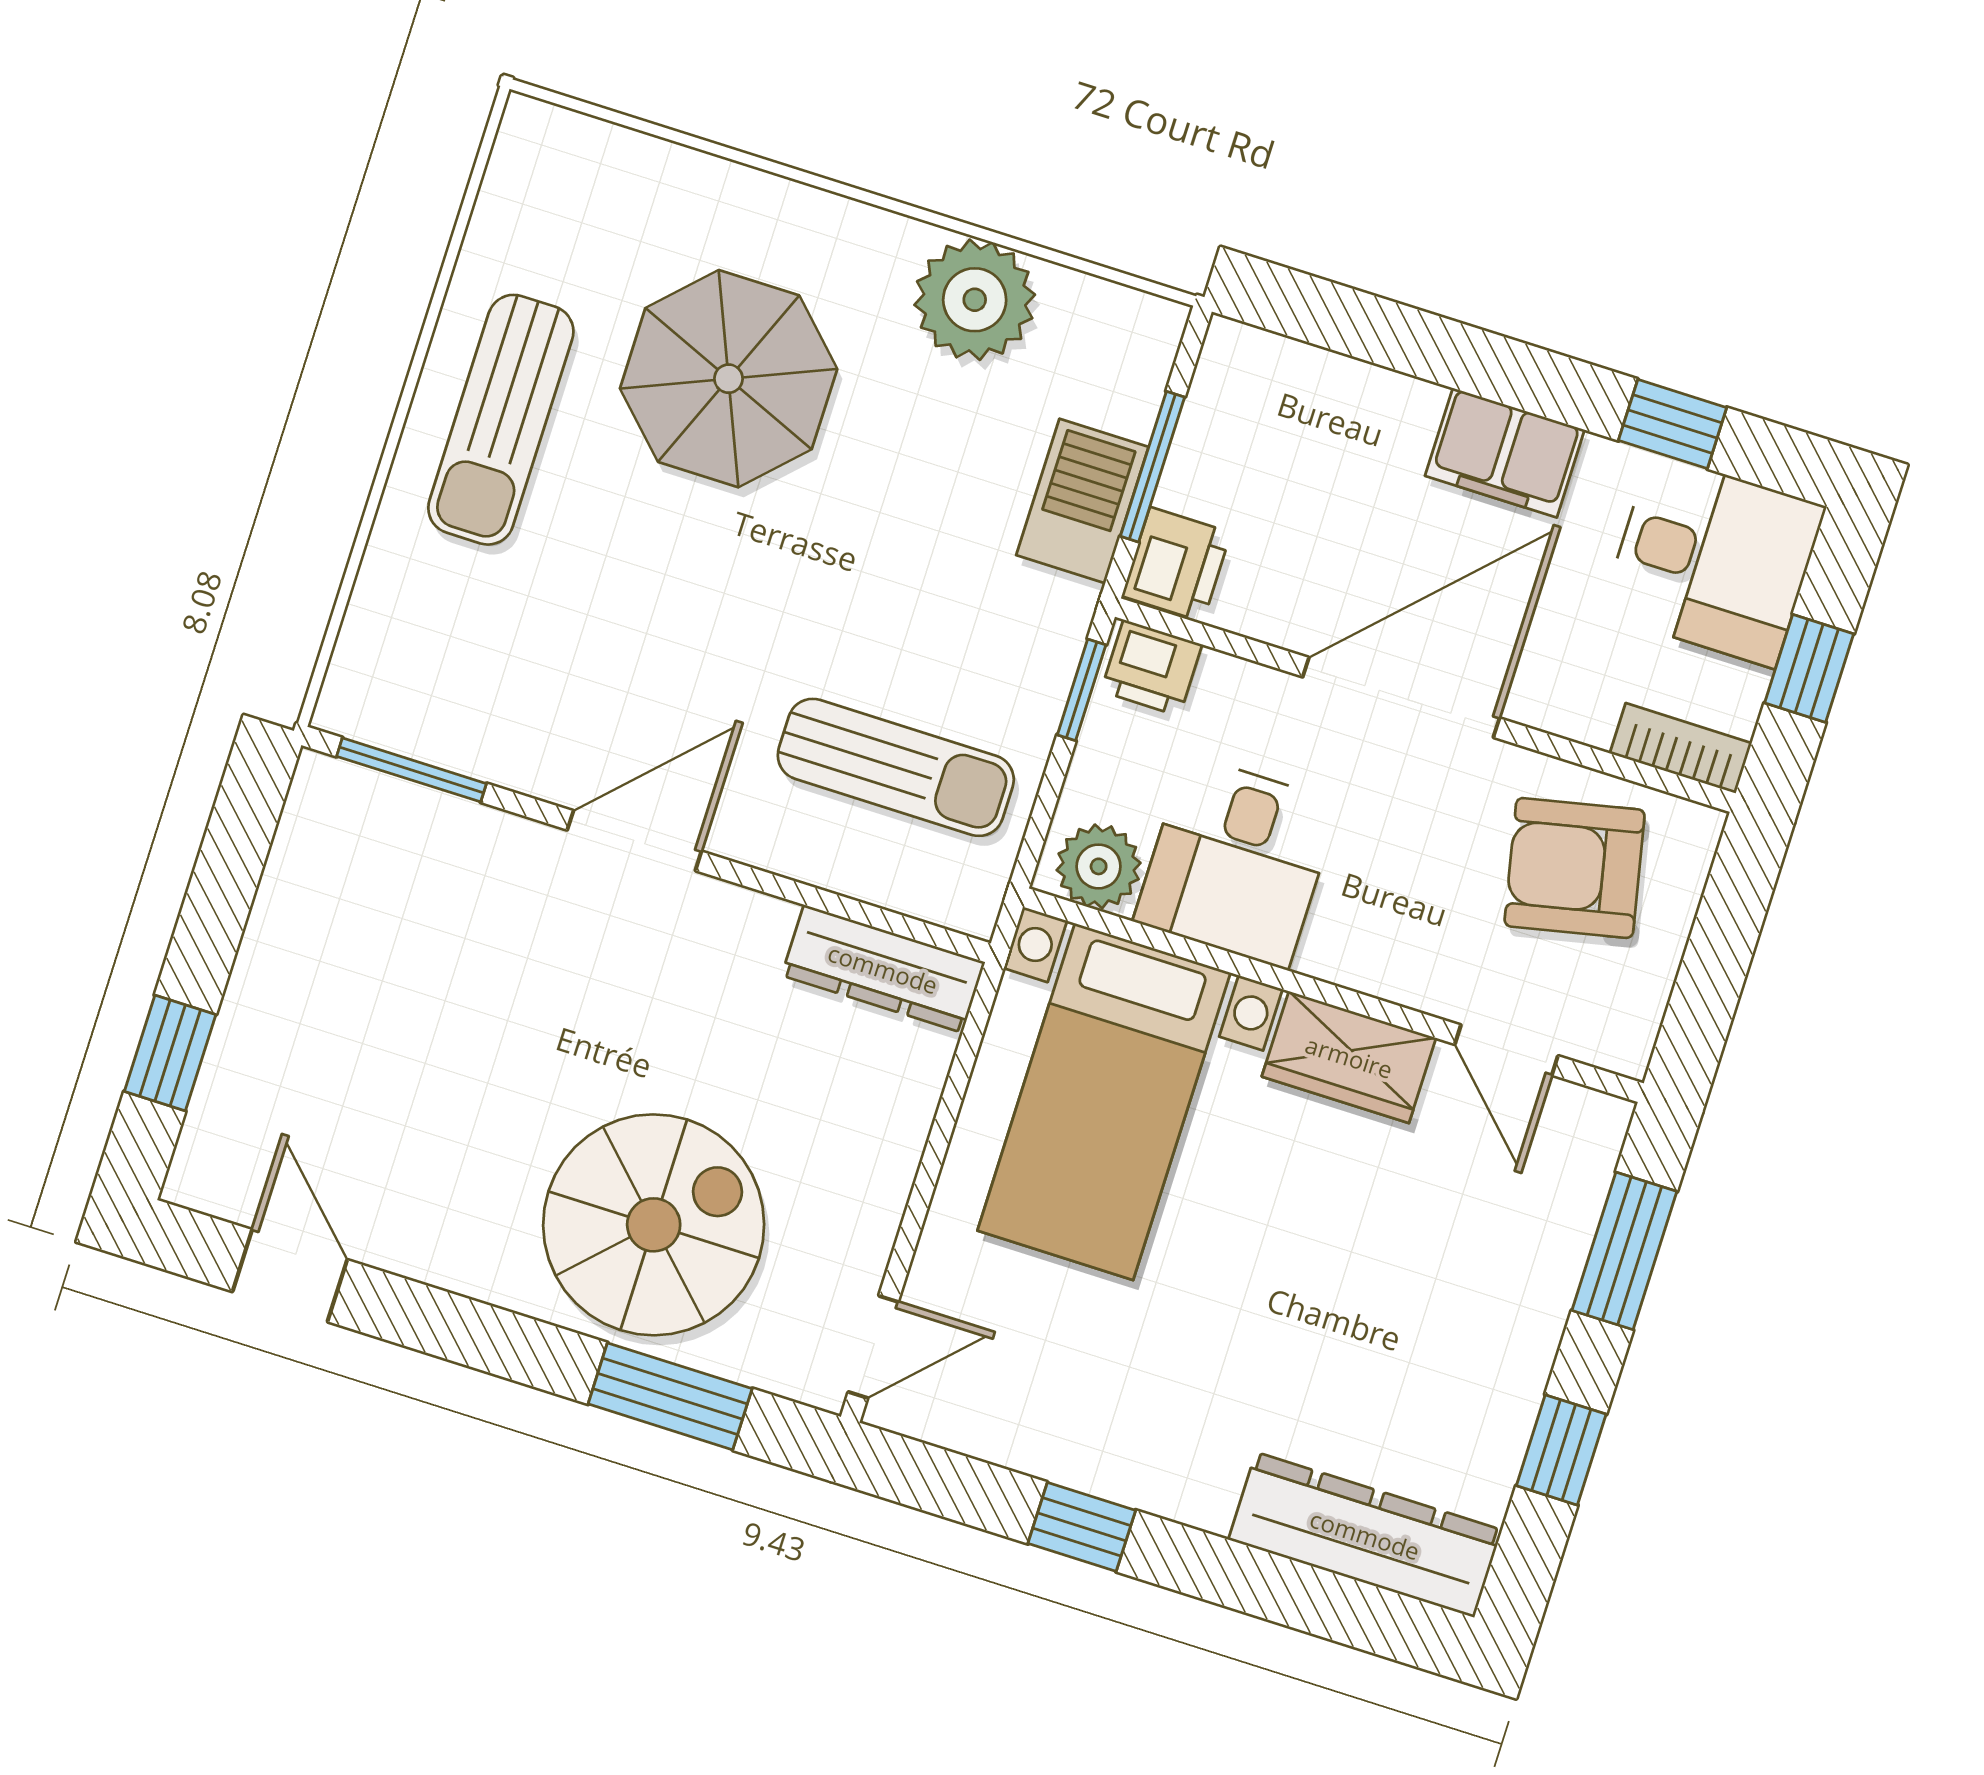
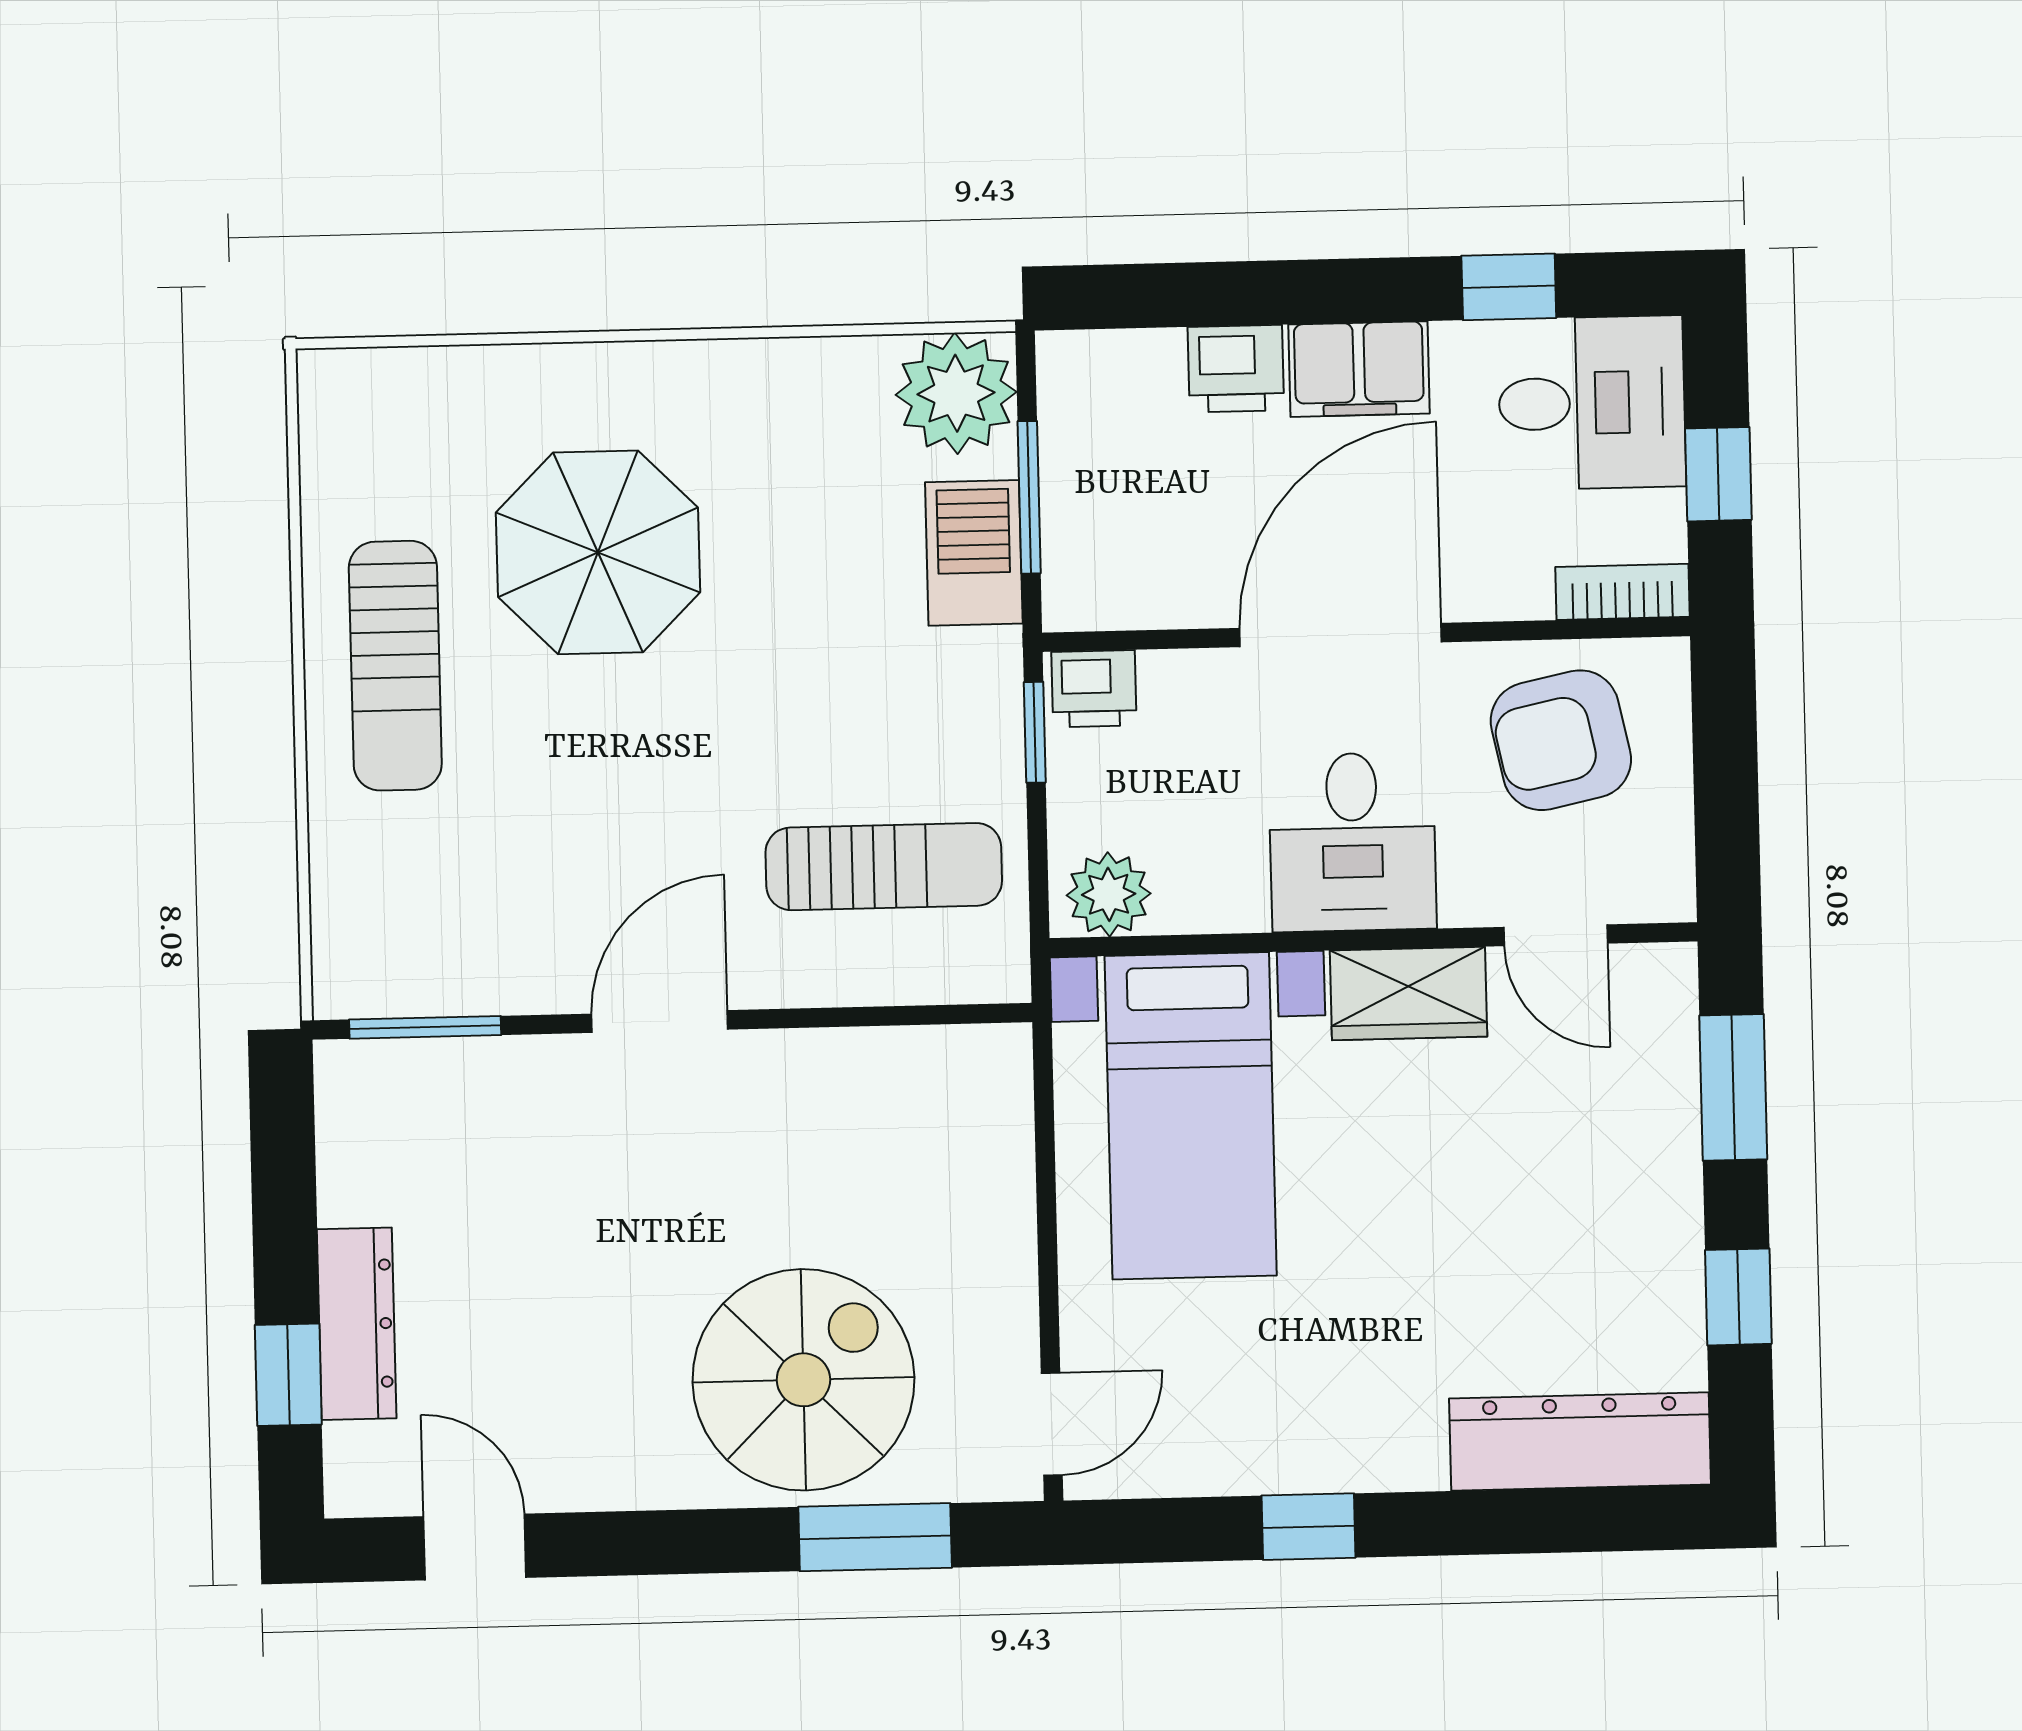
plant: (975, 300) -> (956, 393), moved
printer: (1176, 564) -> (1236, 369), moved, turned 90
desk: (1237, 862) -> (1353, 842), moved
dresser: (883, 969) -> (357, 1324), moved, turned -90

